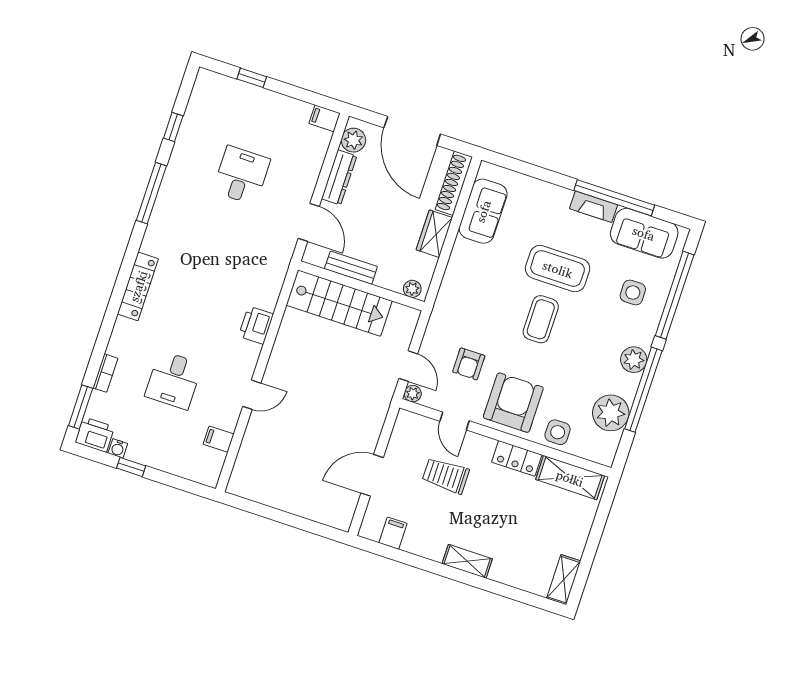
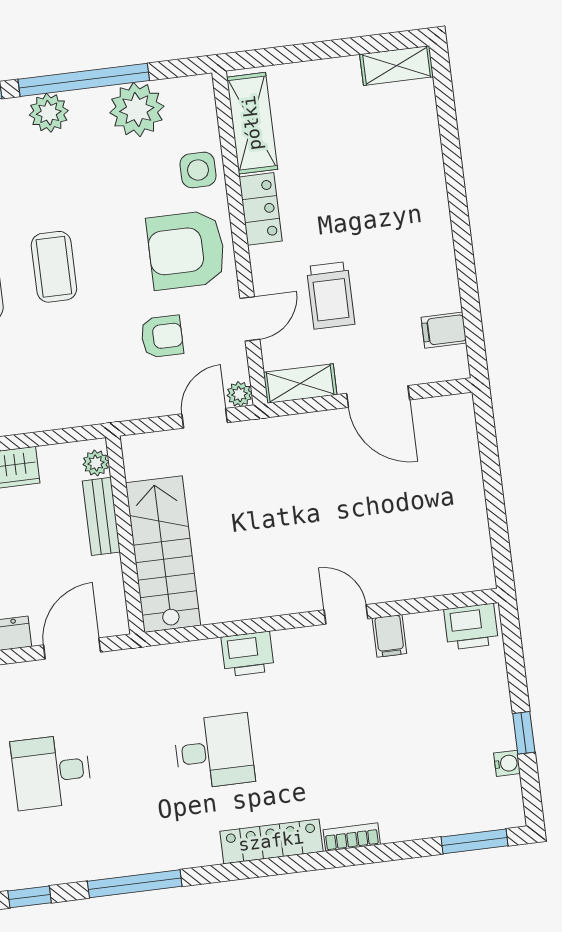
bench: (351, 268) -> (101, 516), moved
coffee table: (541, 319) -> (54, 267), turned 90
bookcase: (105, 373) -> (352, 837), moved
desk: (174, 380) -> (214, 751), moved
printer: (95, 435) -> (471, 627), moved, turned -90
filing cabinet: (219, 439) -> (389, 636), moved
shelving: (467, 561) -> (300, 384), moved, turned 90

